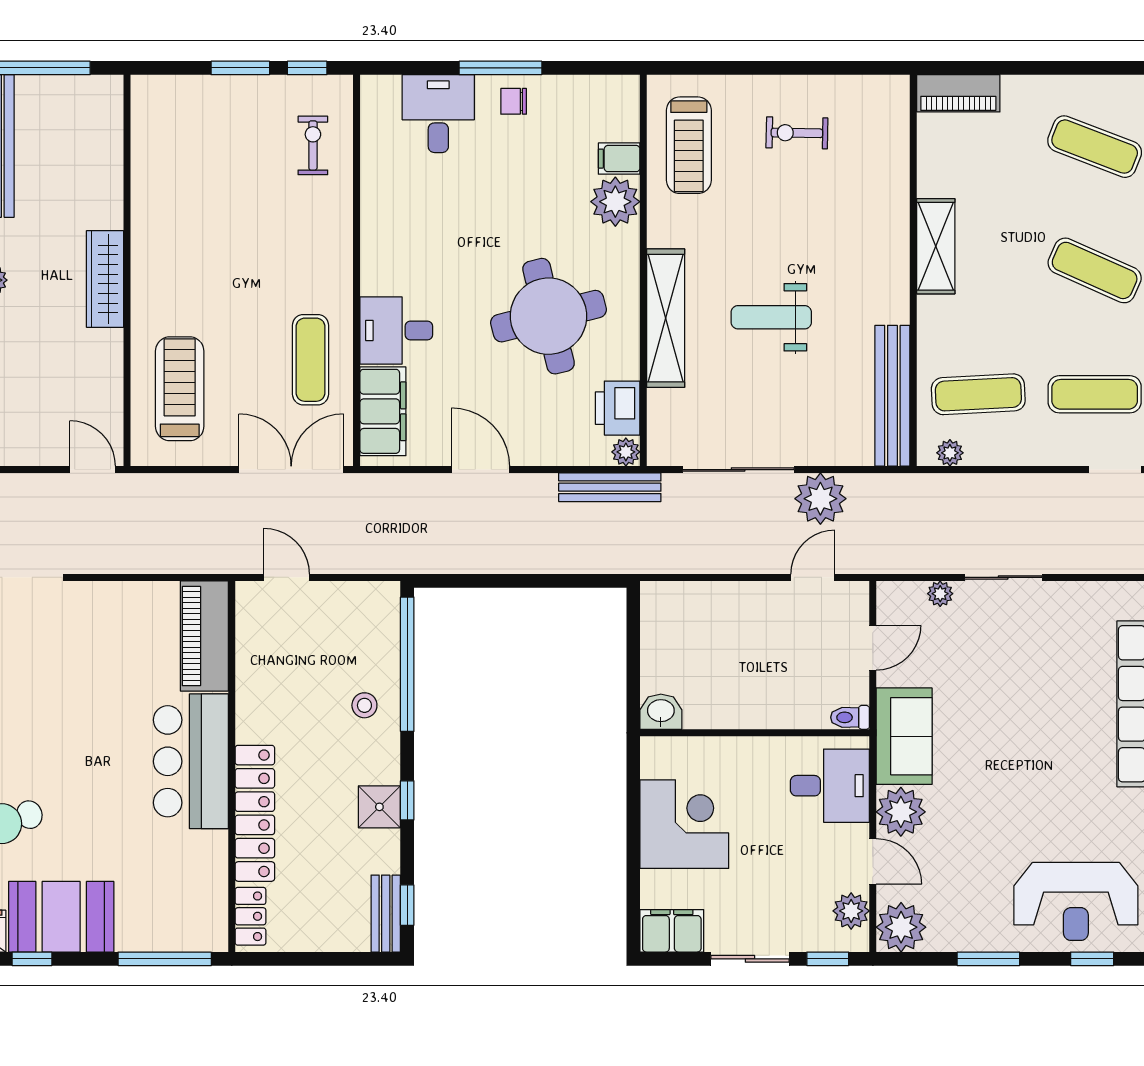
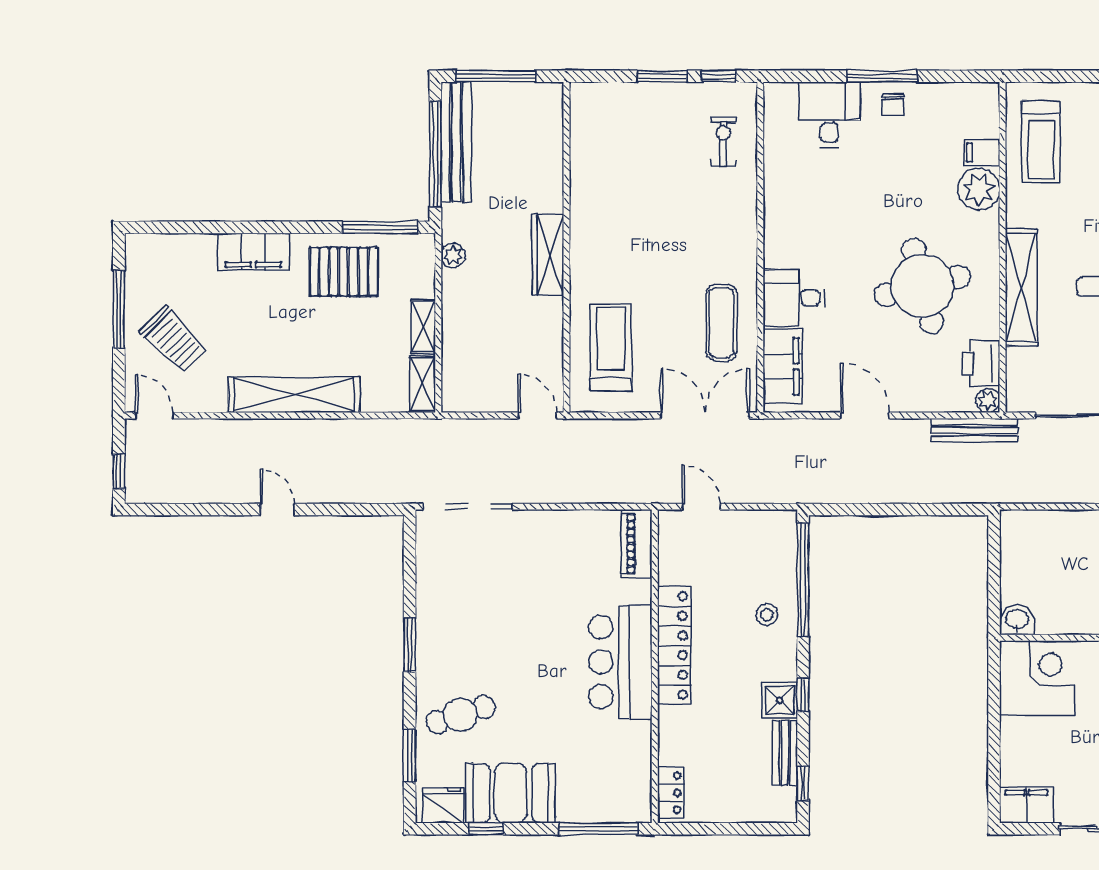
chair: (514, 101) -> (893, 104), turned -90
piano: (204, 636) -> (637, 544), width x0.73, depth x0.75
locker: (255, 813) -> (674, 646), moved
corner desk: (684, 824) -> (1037, 678), moved
bench: (386, 914) -> (785, 753), moved

